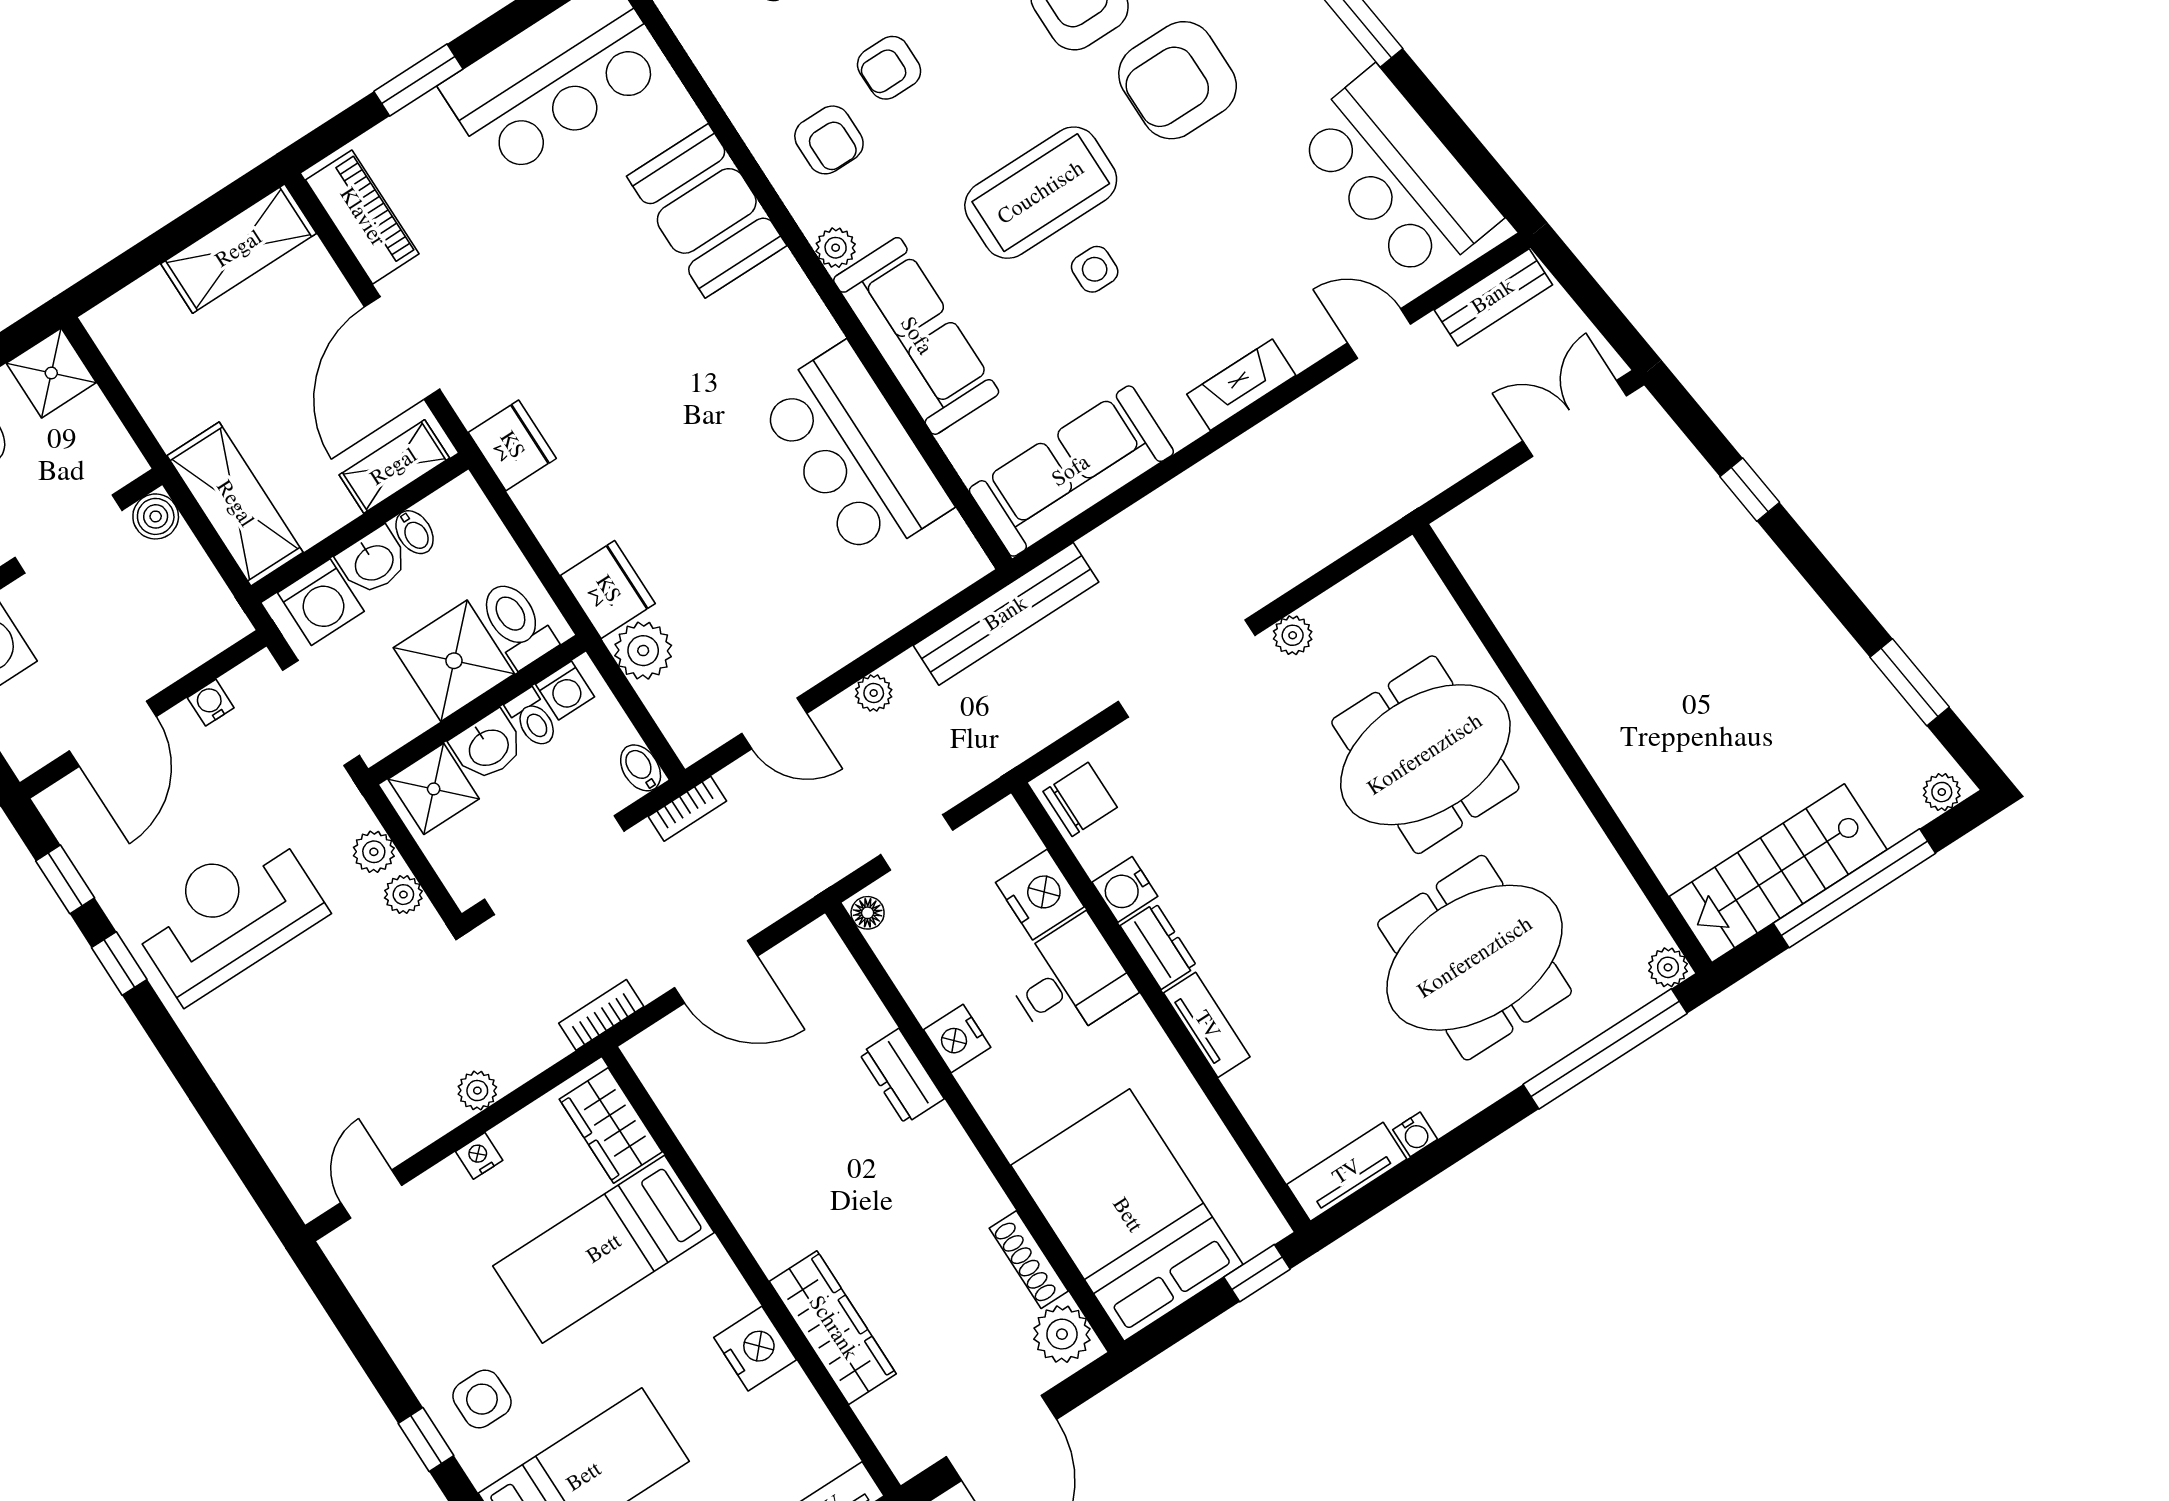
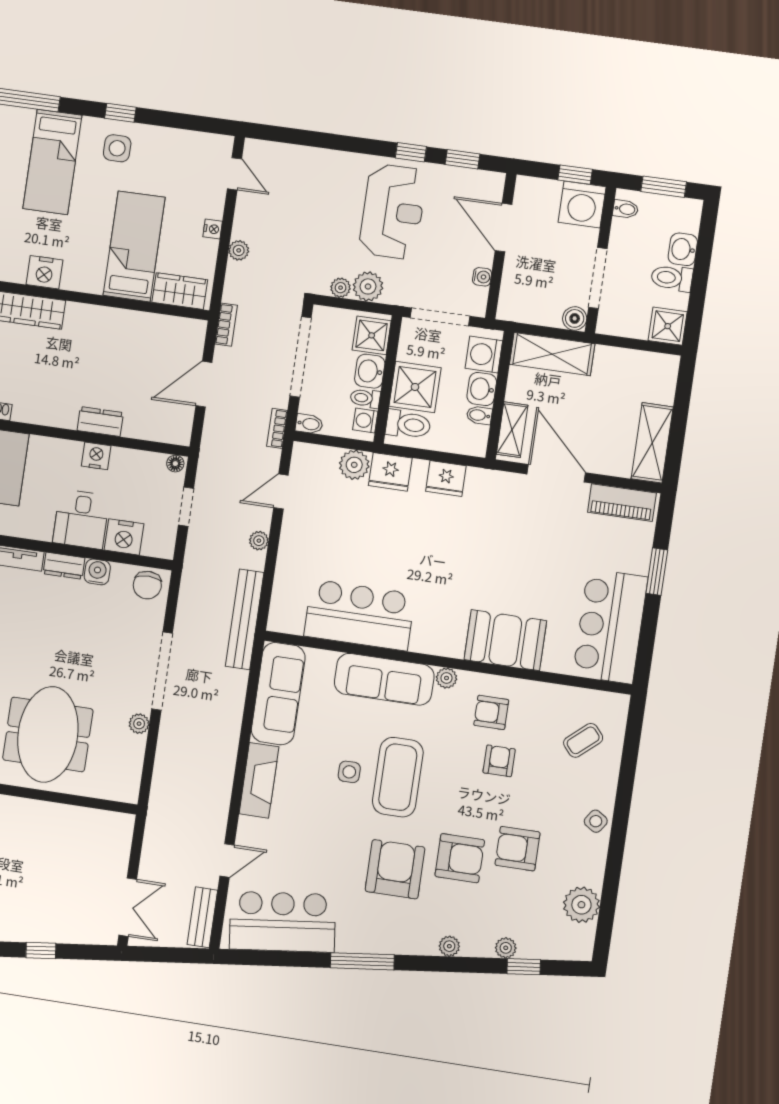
fireplace: (1241, 385) -> (259, 780), width x1.37, depth x1.32
fridge: (512, 445) -> (446, 479), moved
plant: (374, 852) -> (368, 286), width x1.38, depth x1.38

